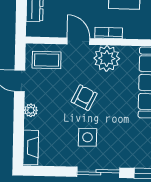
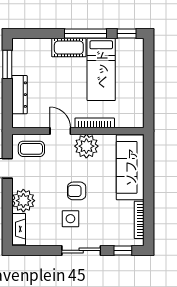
bookcase: (109, 33) -> (95, 123), width x1.56
armchair: (84, 98) -> (77, 191), moved, turned -116
plant: (31, 110) -> (23, 201), width x1.88, depth x1.88

